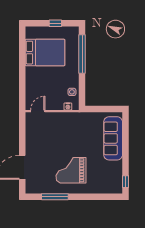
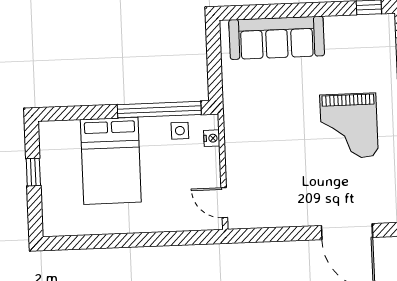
bed: (45, 53) -> (111, 161), moved, turned 180
window: (82, 54) -> (159, 110), moved

